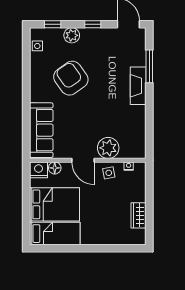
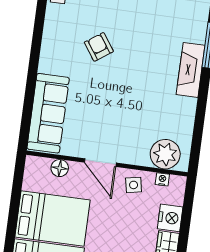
armchair: (71, 78) -> (99, 47), width x0.53, depth x0.53
plant: (108, 148) -> (165, 154), moved
nightstand: (39, 170) -> (170, 218), moved, turned 90

